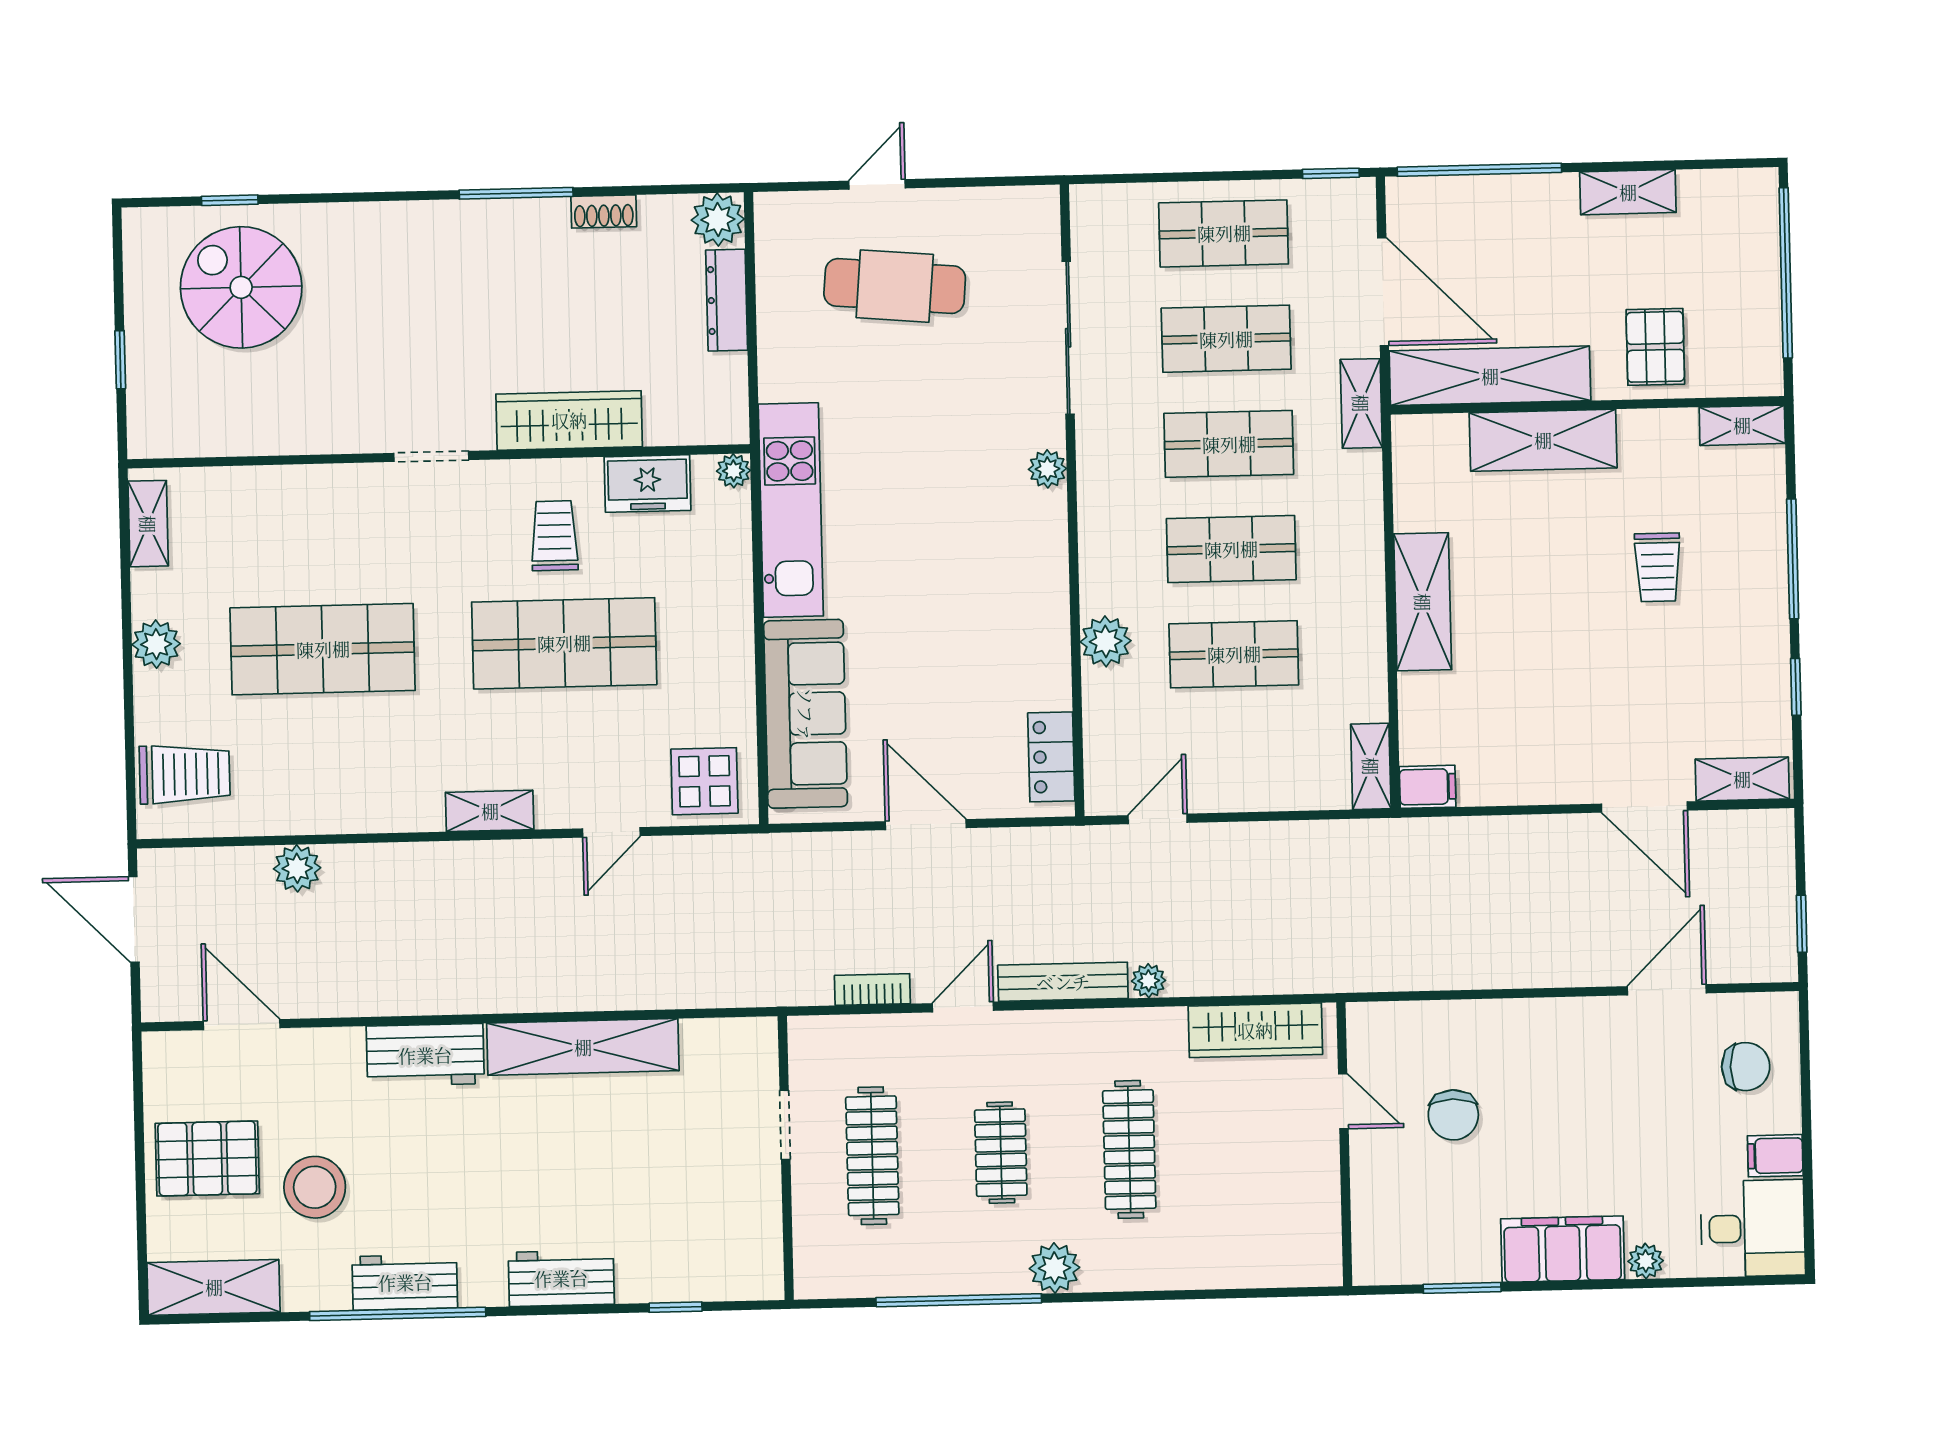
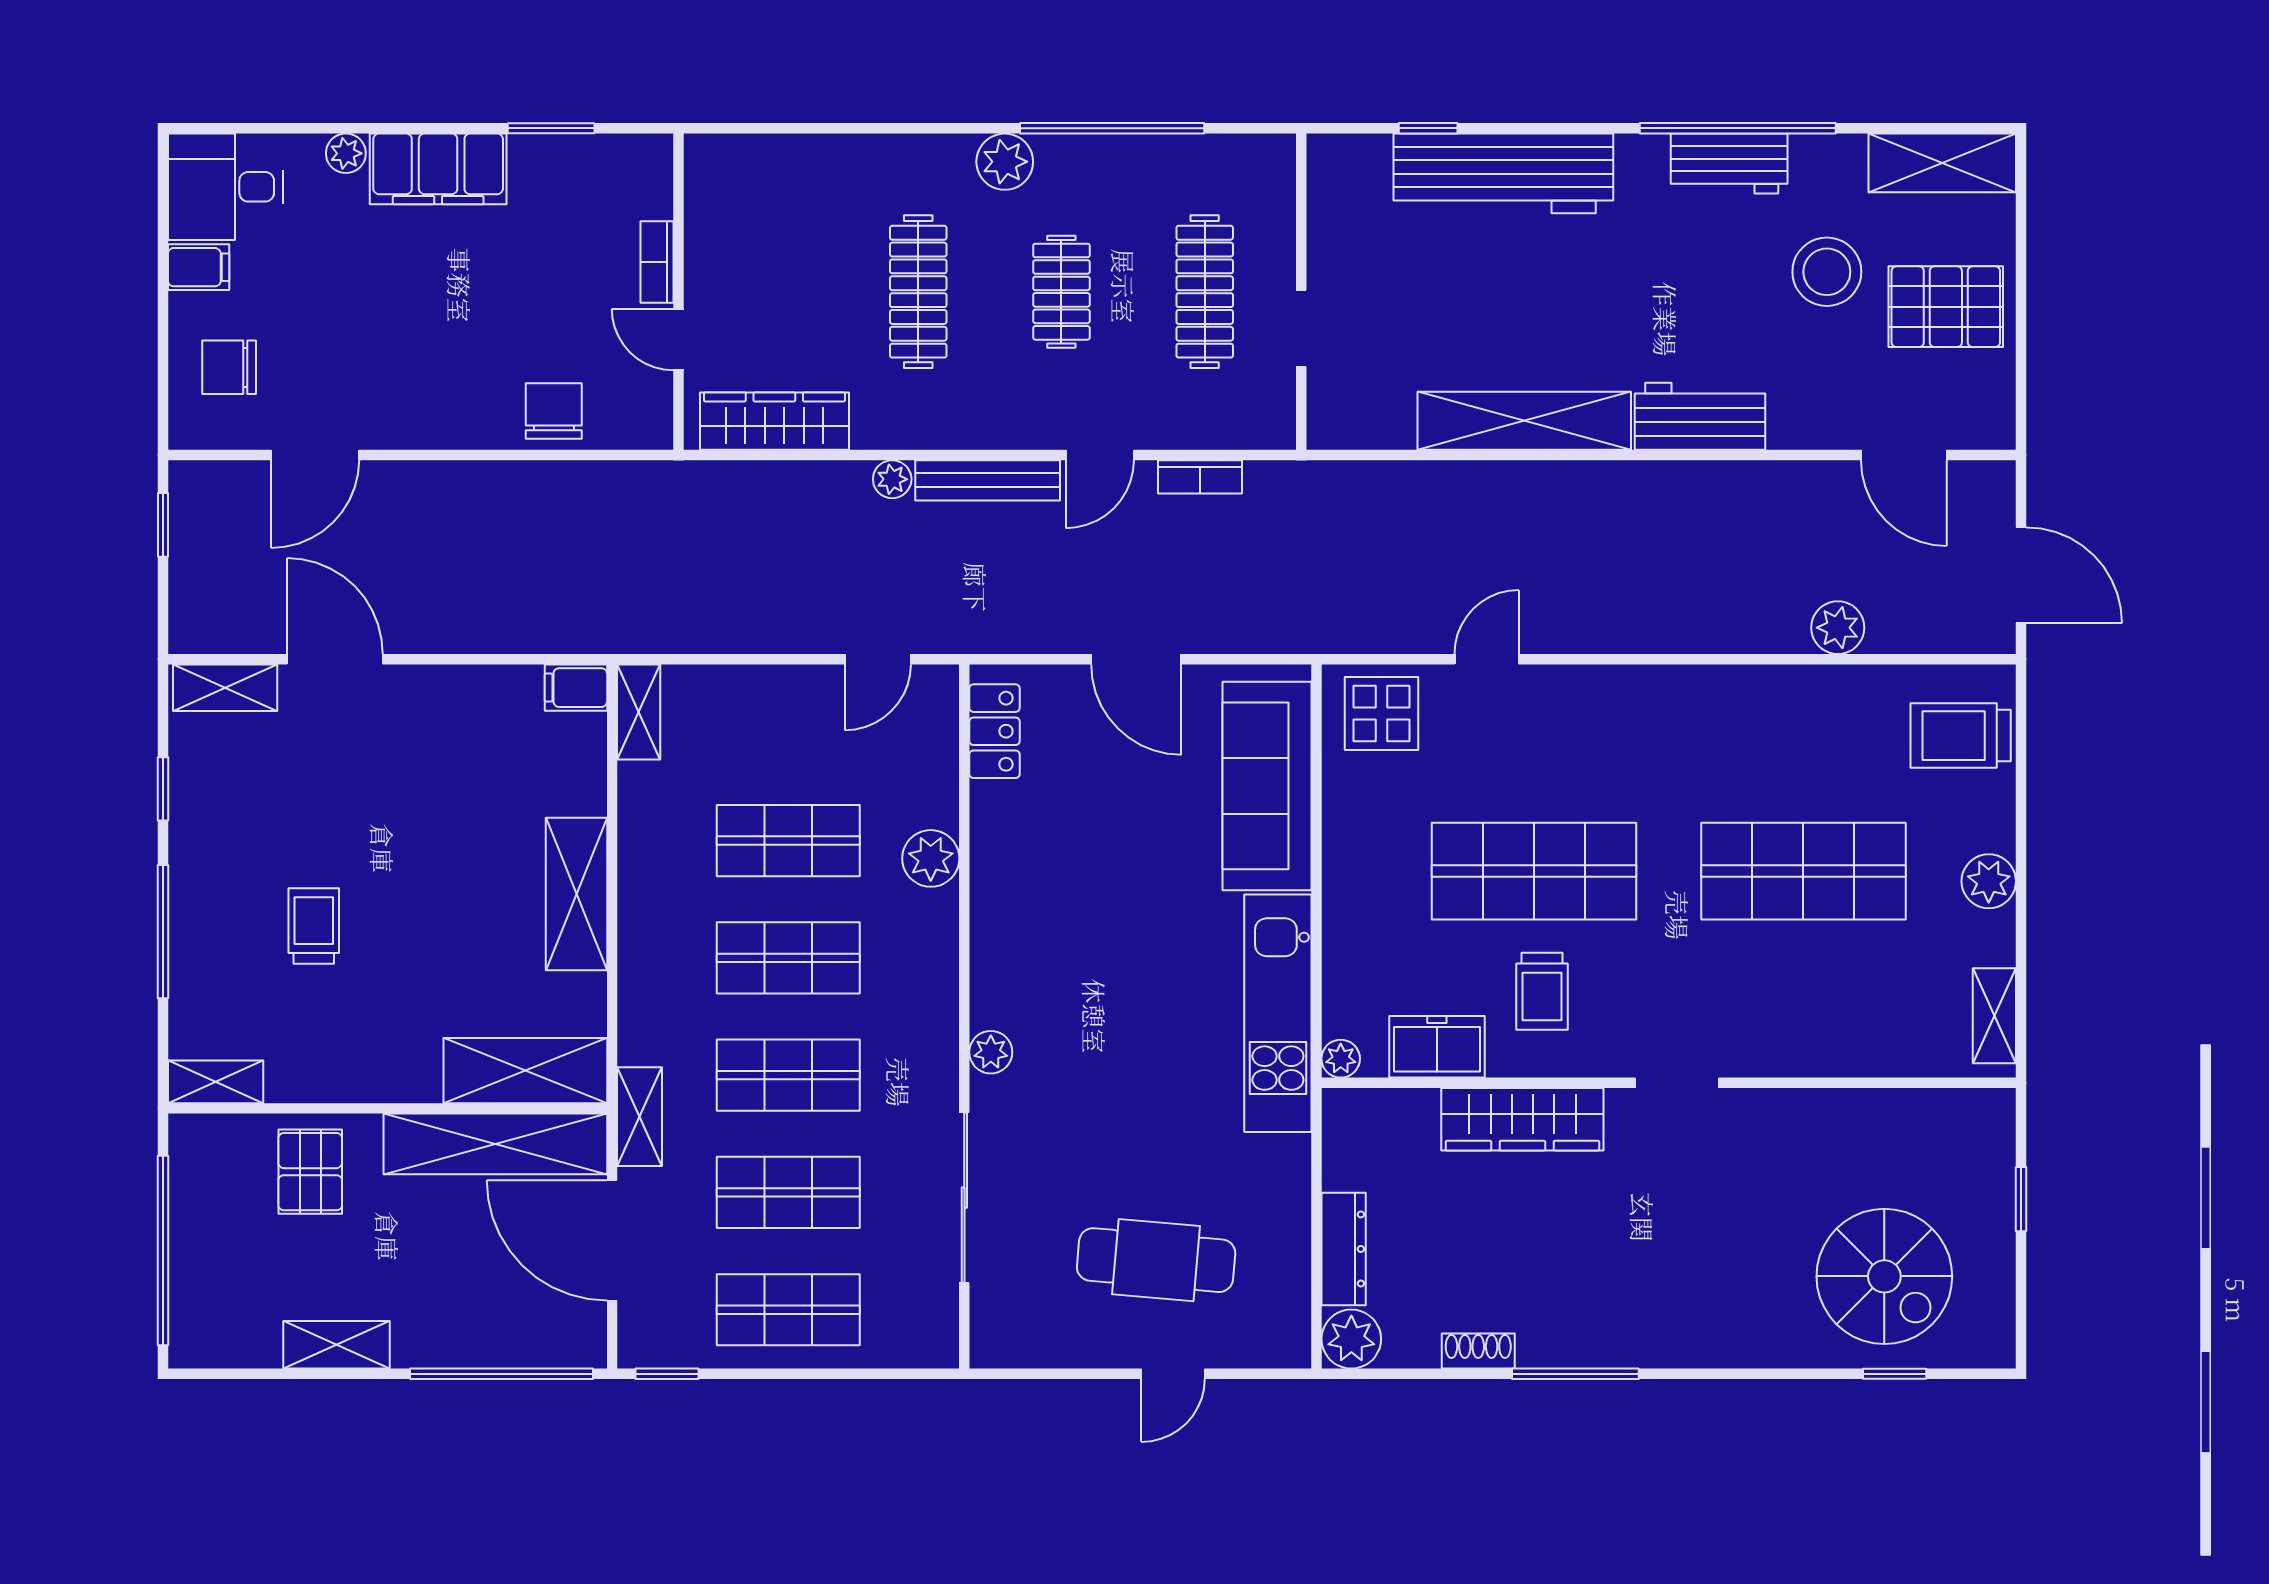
shelving: (1543, 440) -> (525, 1071), moved
shelving: (490, 811) -> (1622, 686), removed
chair: (1453, 1115) -> (554, 411), moved
bookcase: (1364, 1170) -> (657, 262), added
workbench: (561, 1278) -> (1503, 173), width x1.88, depth x1.32

